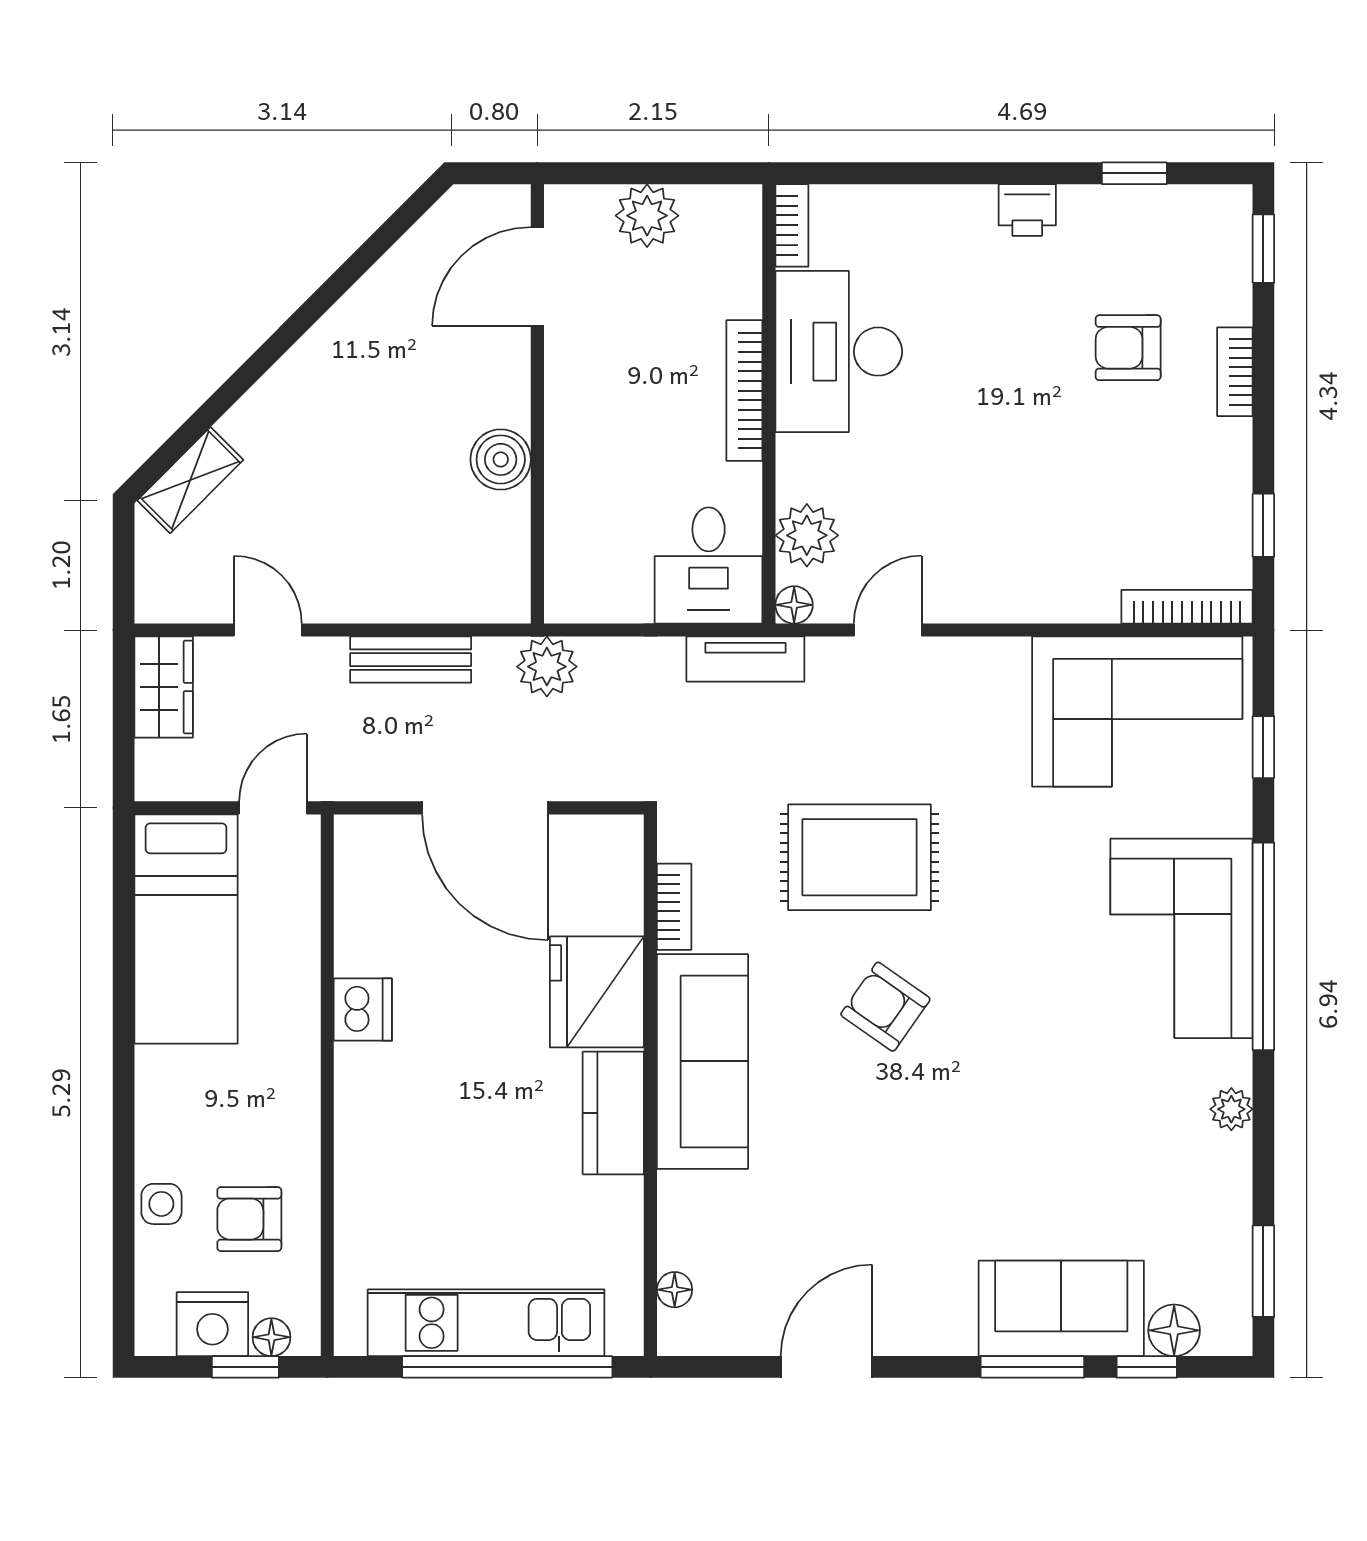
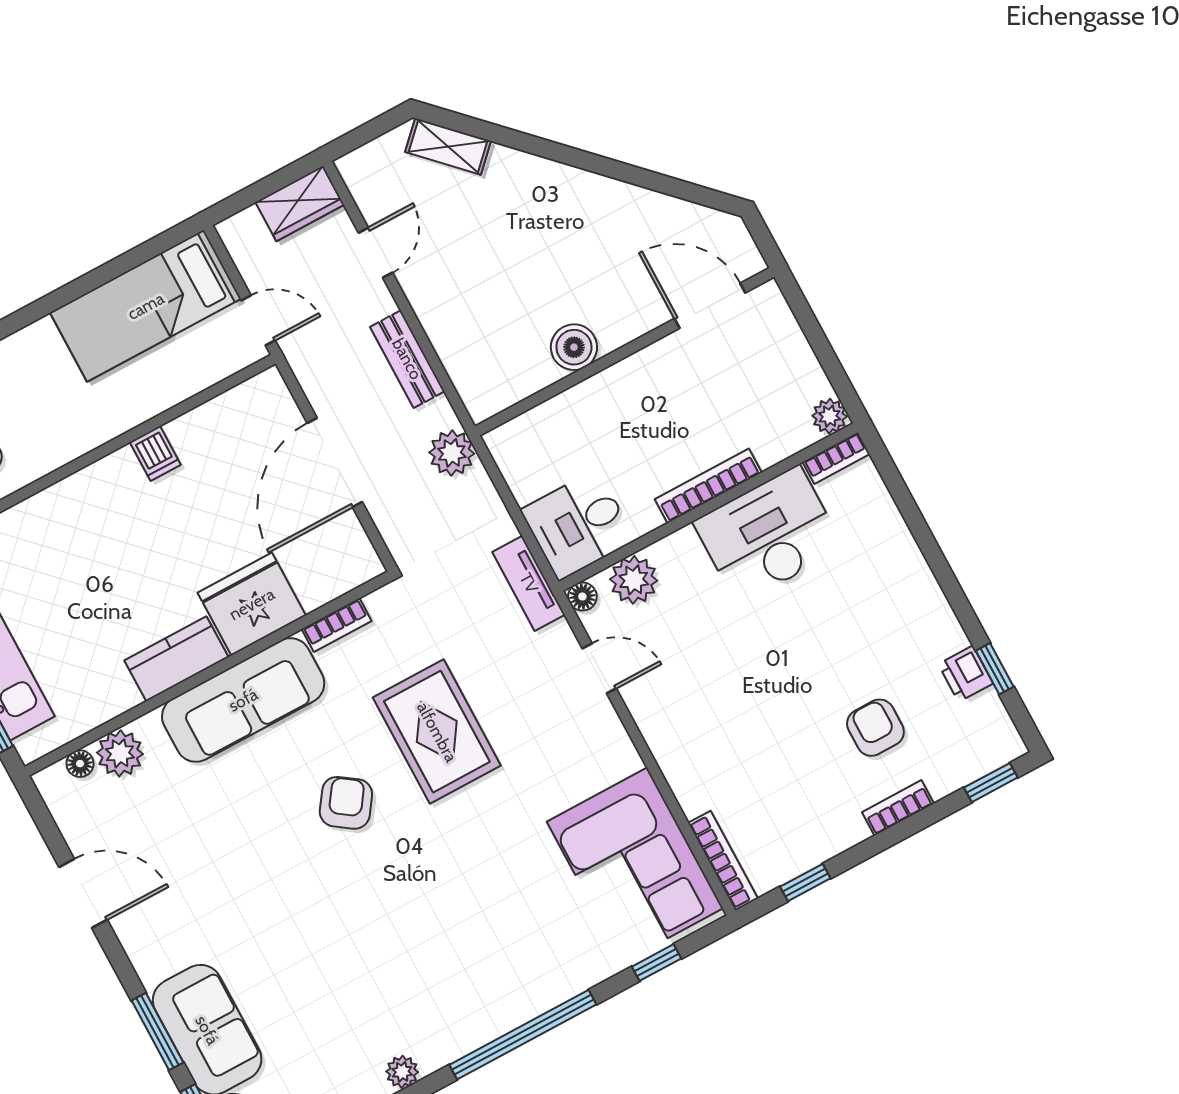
printer: (1027, 210) -> (966, 674), moved
plant: (647, 216) -> (830, 416), moved, width x0.73, depth x0.73
corner sofa: (1182, 938) -> (499, 977), removed
dishwasher: (363, 1010) -> (155, 453), width x0.73
plant: (688, 1237) -> (120, 753), added

